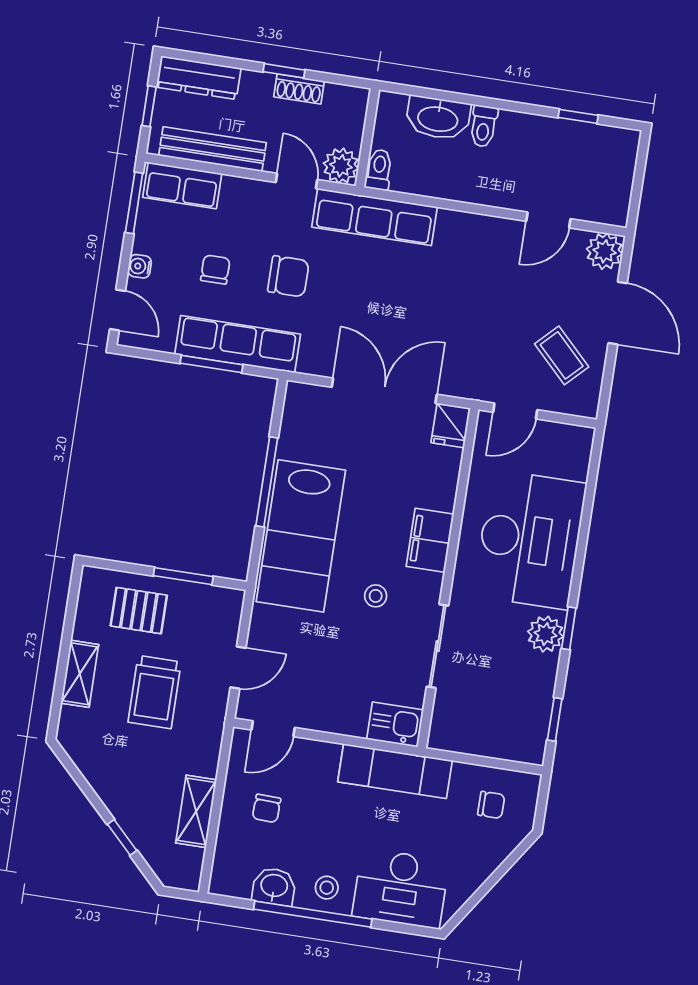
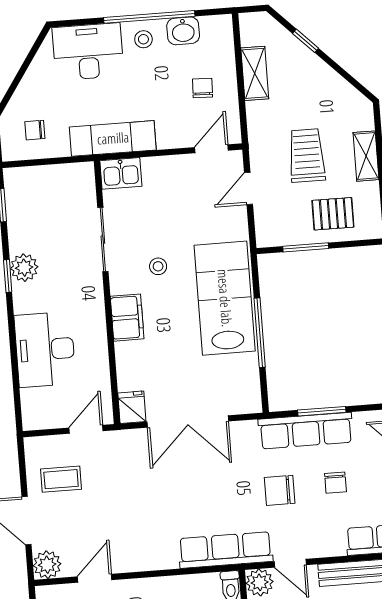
coffee table: (562, 355) -> (61, 479), turned -45
desk: (530, 540) -> (45, 349), width x0.73, depth x0.77

